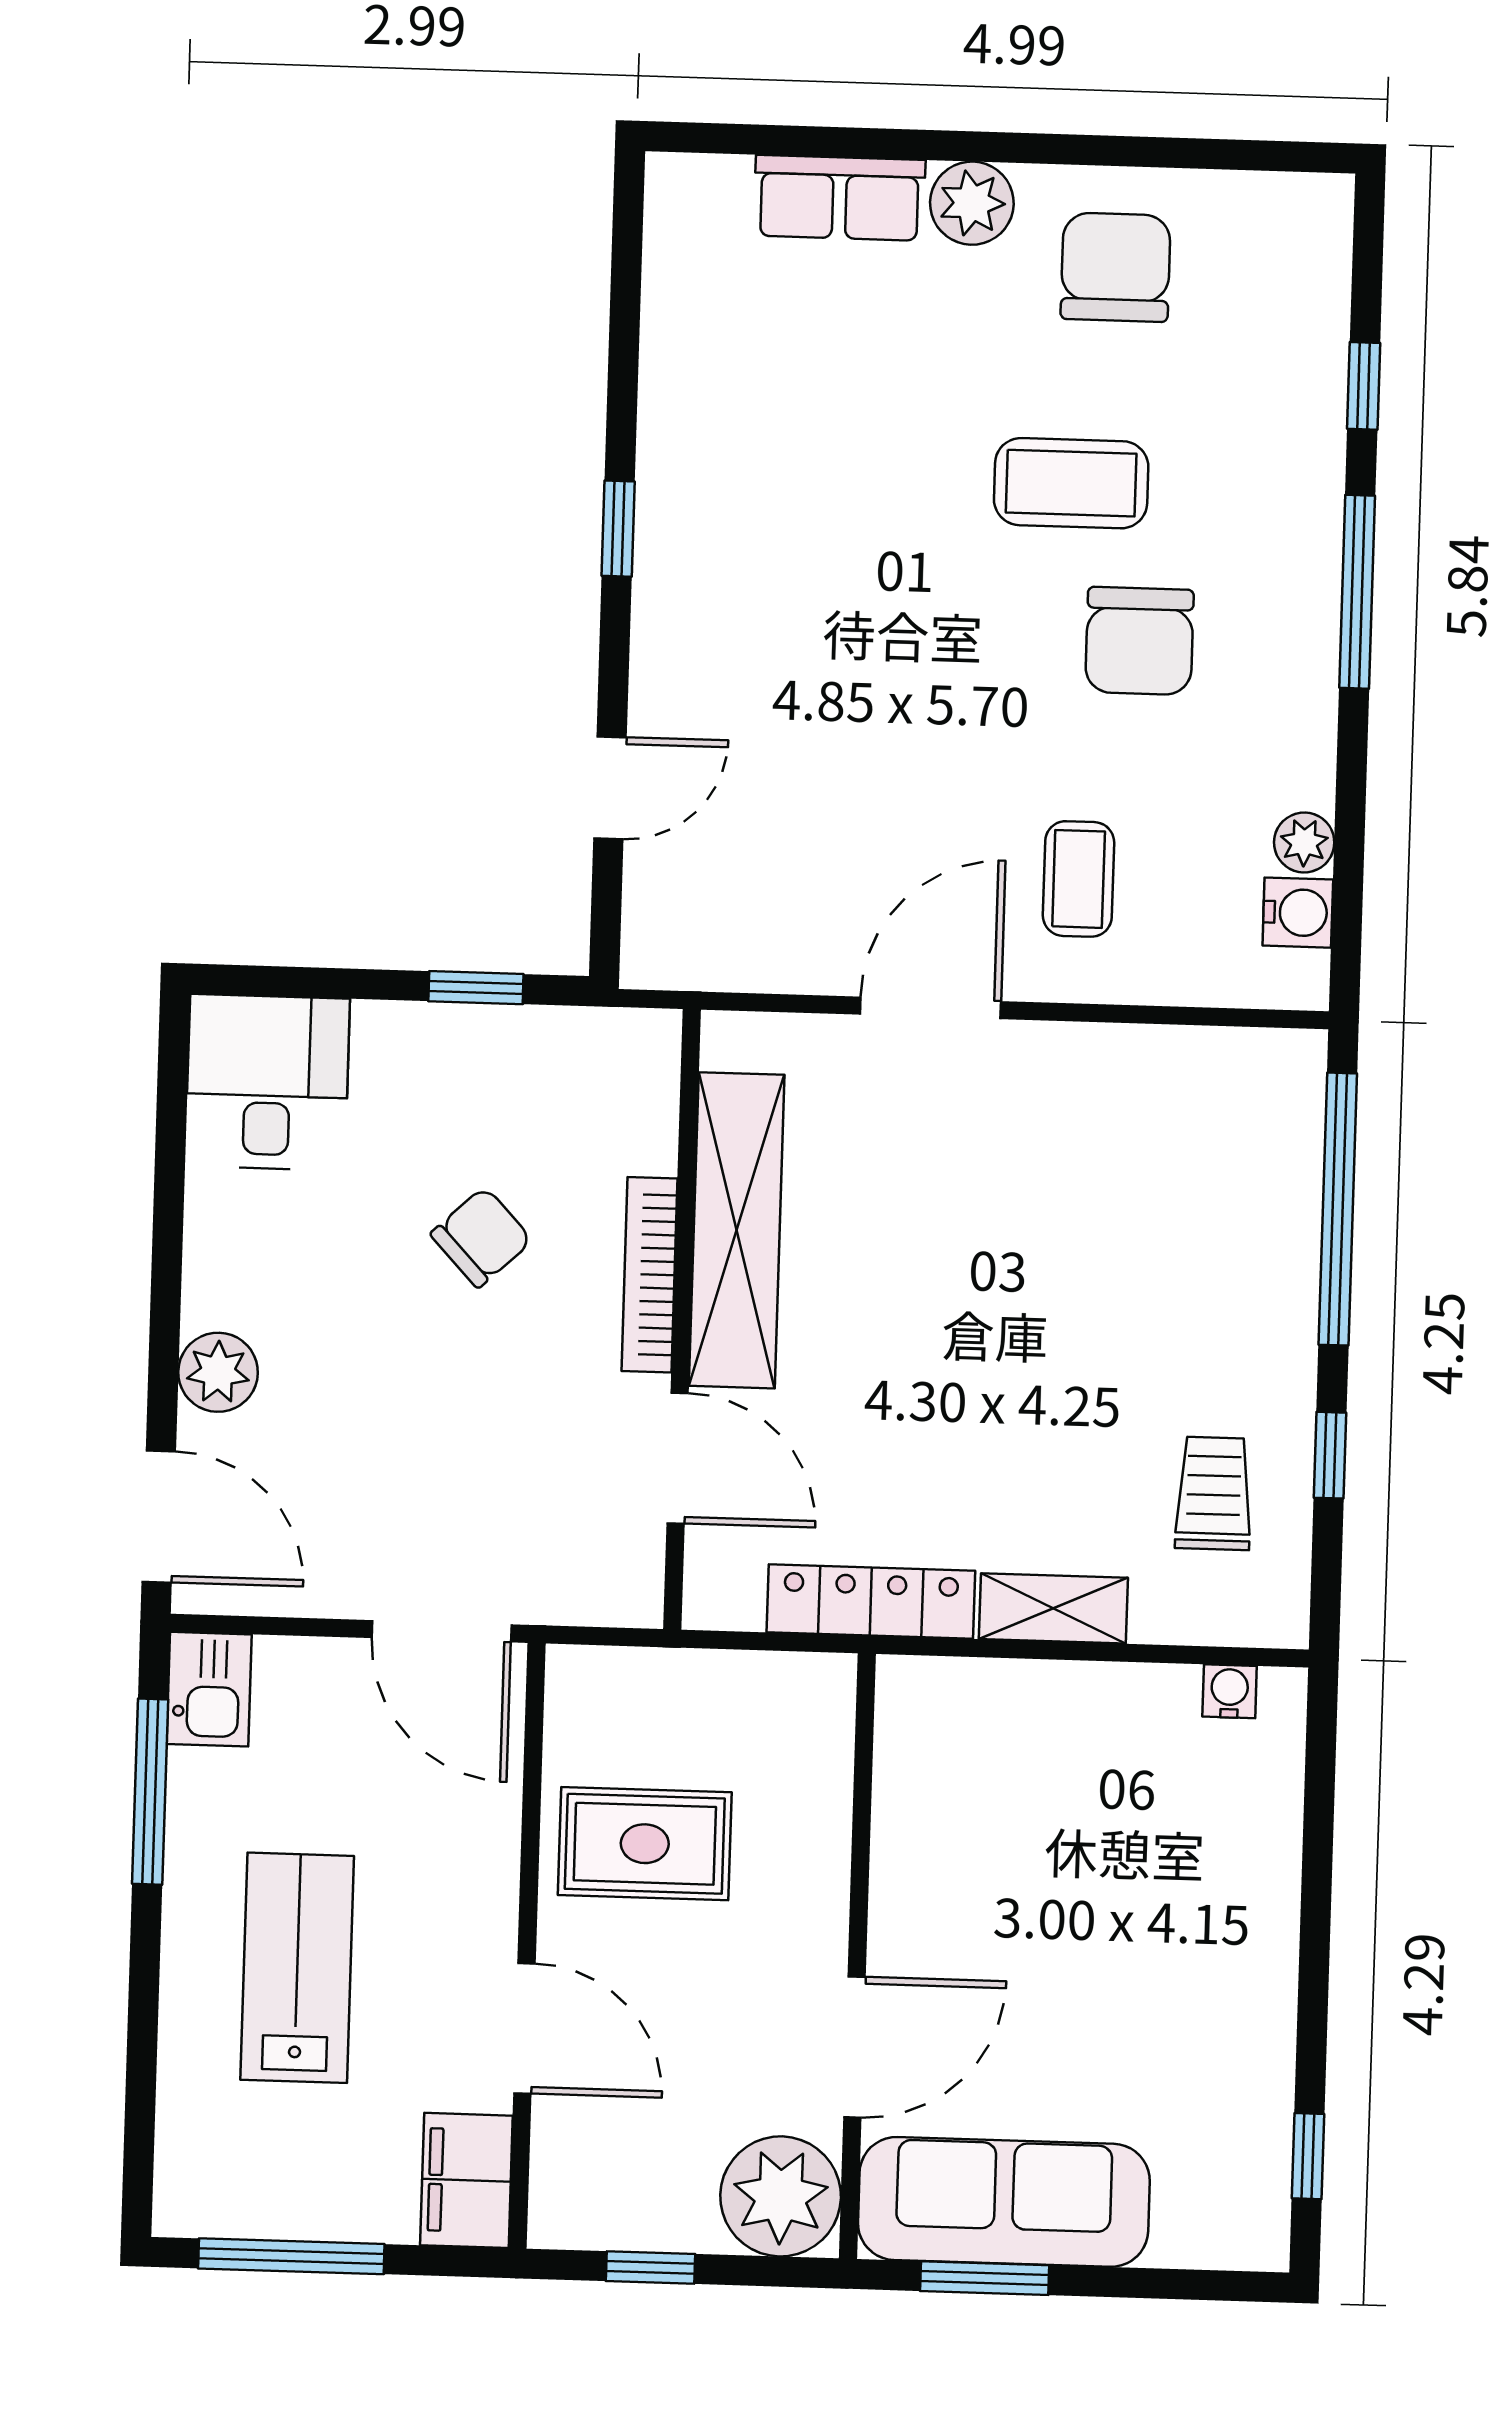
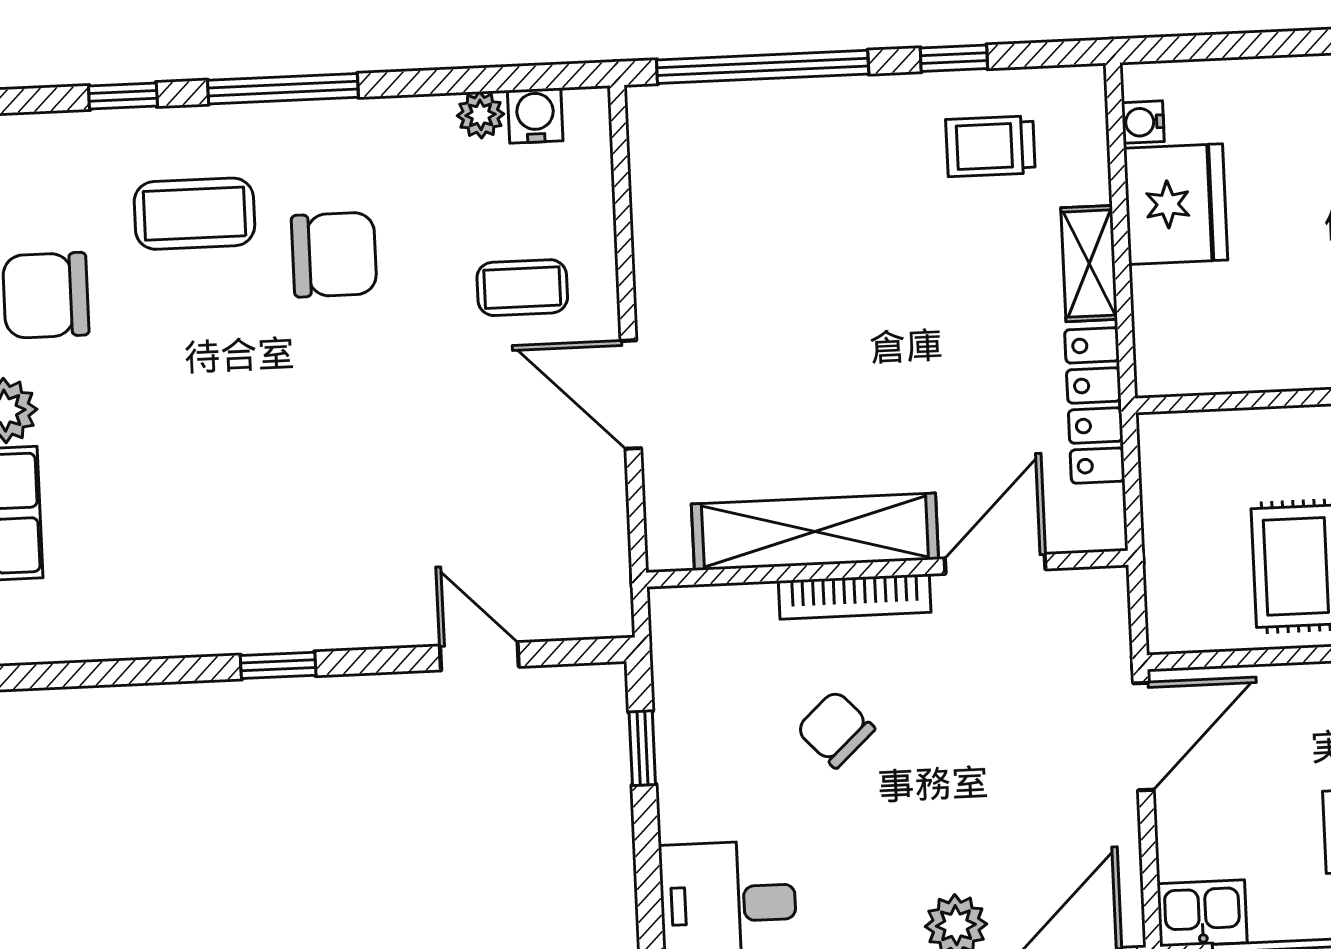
coffee table: (1071, 483) -> (194, 214), moved, turned 90
fridge: (1121, 1725) -> (1176, 204), added

